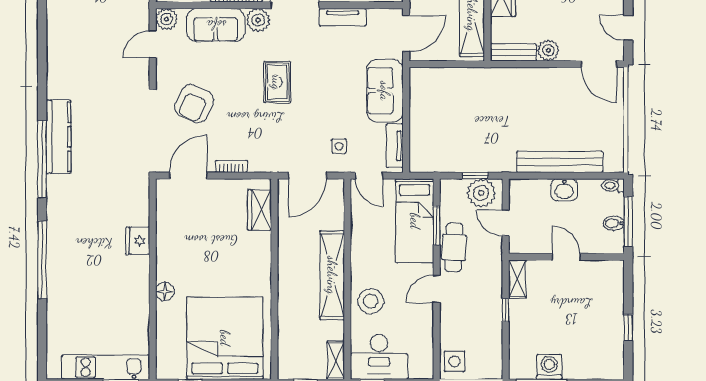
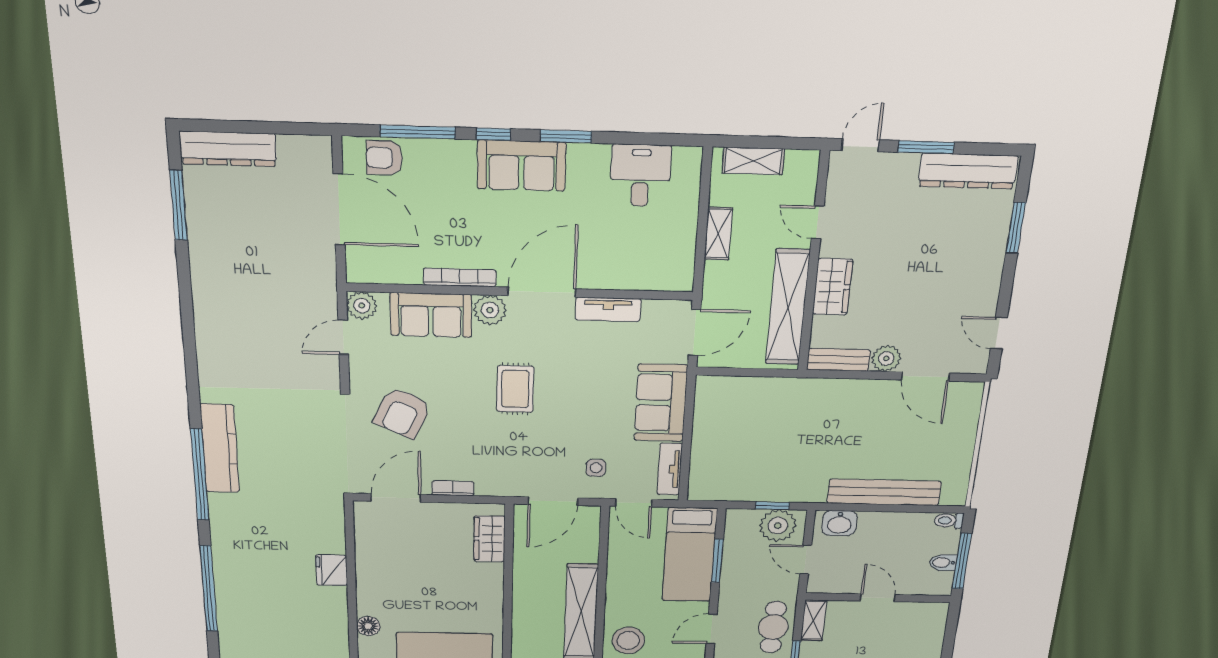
door: (599, 64) -> (925, 376), moved
washbasin: (564, 190) -> (839, 523), moved
cafe table: (454, 247) -> (773, 627), moved

